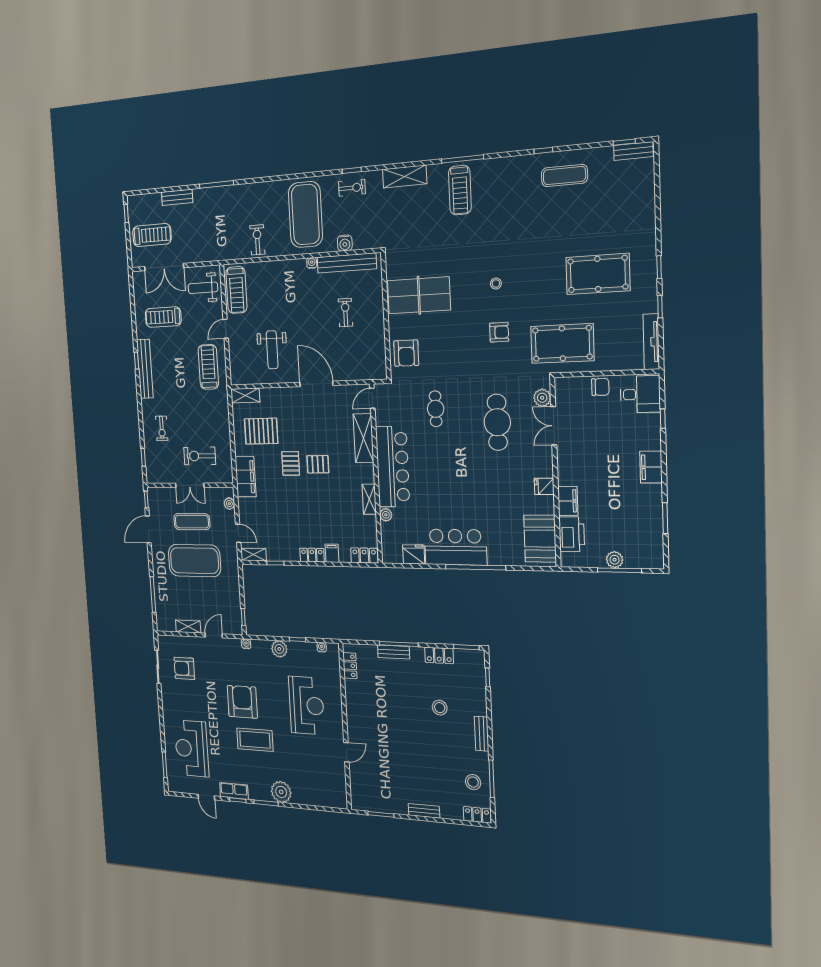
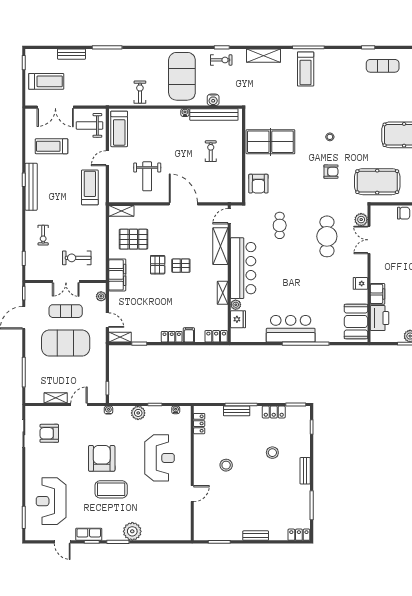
fridge: (414, 554) -> (238, 319), moved, turned 90
stool: (473, 782) -> (226, 465), moved

